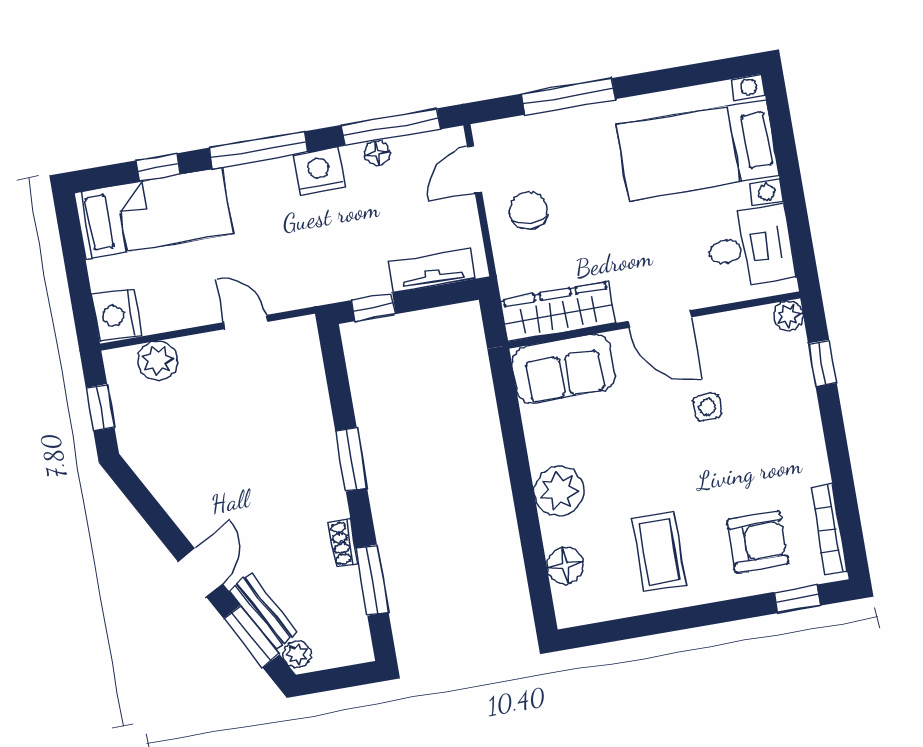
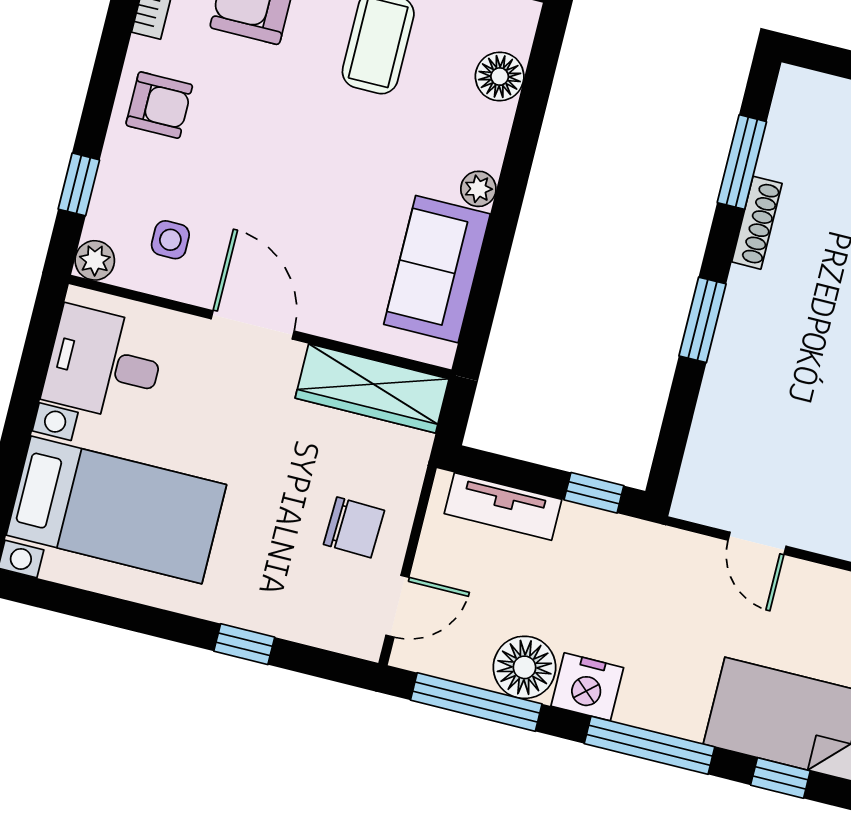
window: (569, 96) -> (244, 644), width x0.46
floor lamp: (377, 153) -> (524, 667), width x1.89, depth x1.89
chair: (528, 210) -> (354, 527), turned -88
sofa: (563, 369) -> (437, 269), moved, turned -90
side table: (707, 407) -> (170, 240), moved
armchair: (791, 442) -> (159, 105), added
plant: (559, 491) -> (478, 189), width x0.53, depth x0.53
shoe rack: (343, 543) -> (757, 223), width x1.43

